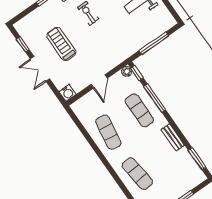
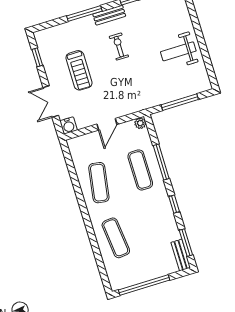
treadmill: (61, 44) -> (79, 70), turned 180
double door: (40, 69) -> (51, 102), moved
window: (137, 73) -> (174, 204), moved
bench: (173, 137) -> (181, 255), moved

